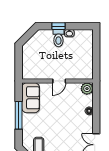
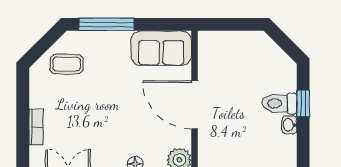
door: (59, 81) -> (195, 105), width x1.87
window: (19, 115) -> (106, 24), moved

